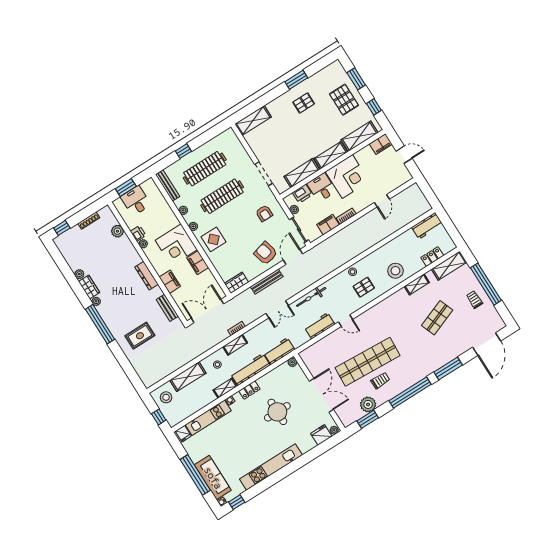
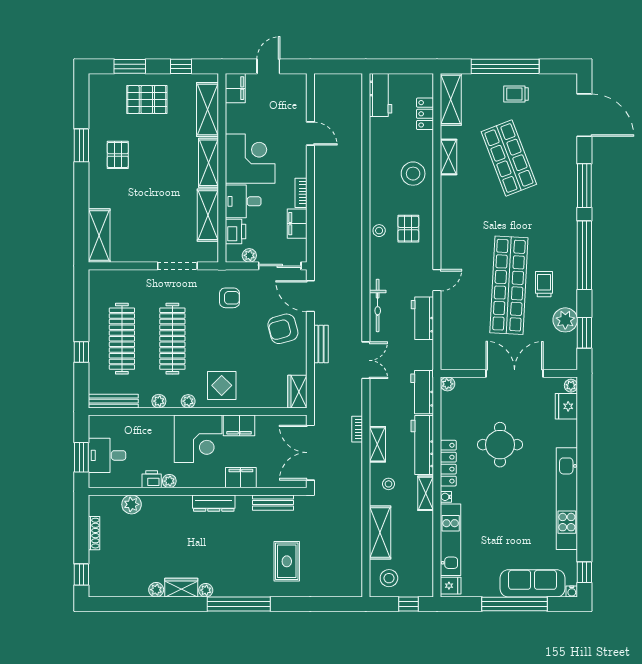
bench: (267, 282) -> (321, 344), width x0.73
shop shelf: (437, 318) -> (509, 158), width x1.43, depth x1.36
locker: (249, 390) -> (448, 463), width x1.53

